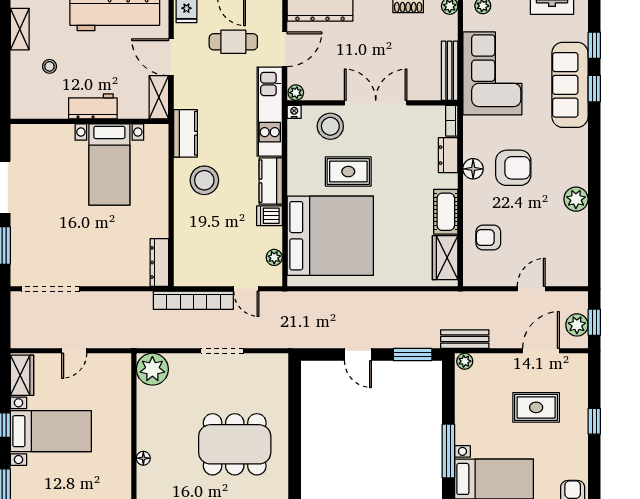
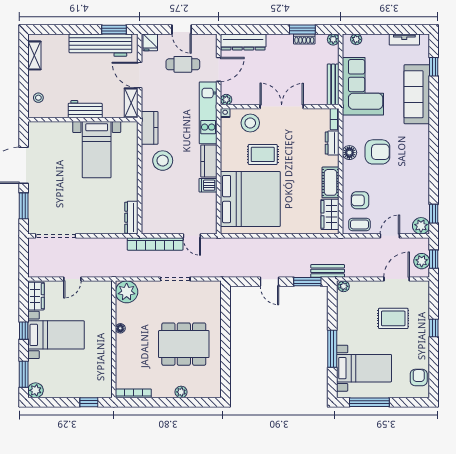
stool: (49, 66) -> (38, 98), moved
window: (594, 89) -> (434, 214), moved
plant: (576, 199) -> (421, 226), moved
plant: (274, 257) -> (211, 214), removed
coffee table: (487, 272) -> (359, 224), added
bench: (465, 339) -> (328, 271), moved
floor lamp: (143, 458) -> (120, 328), moved

